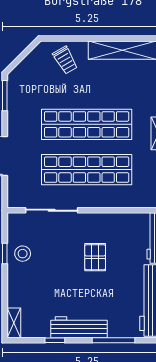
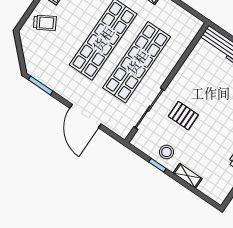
pallet: (95, 257) -> (183, 116), moved
shelving: (14, 323) -> (188, 176), moved

